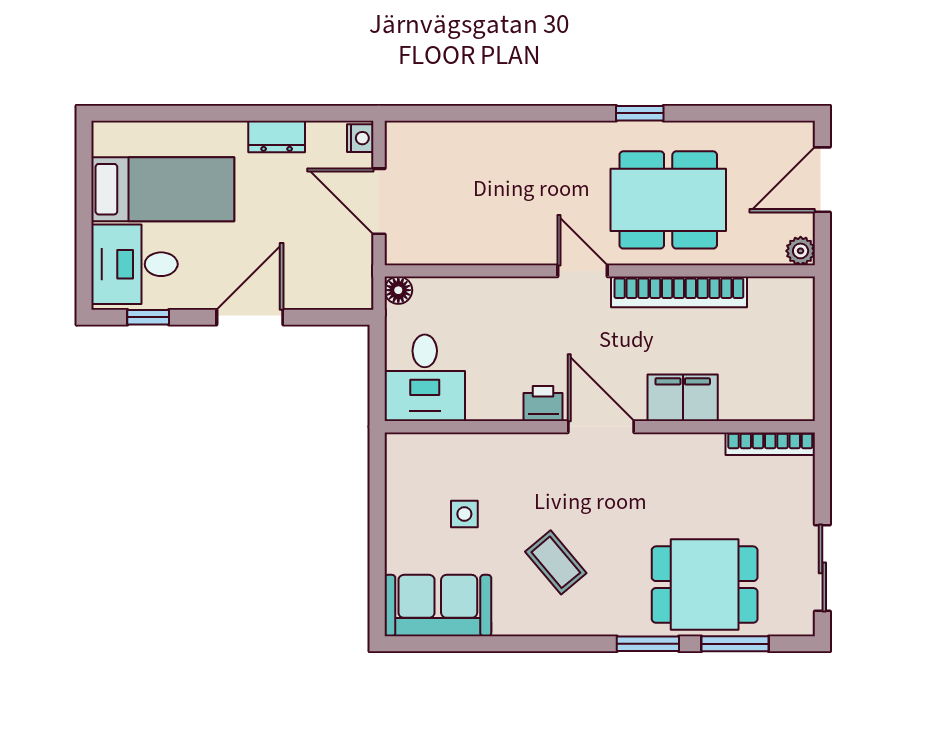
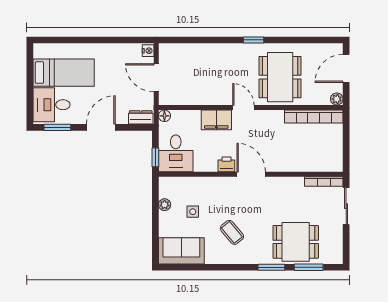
window: (640, 113) -> (254, 40), moved
dresser: (277, 136) -> (141, 117), moved, turned 180
dining table: (668, 200) -> (280, 77), turned 90
bookcase: (679, 292) -> (314, 117), moved
window: (148, 317) -> (57, 127), width x1.50
window: (377, 387) -> (155, 157), added
filing cabinet: (683, 398) -> (216, 120), moved, turned 180
plant: (399, 498) -> (165, 205), added
sliding door: (822, 568) -> (346, 206), moved

